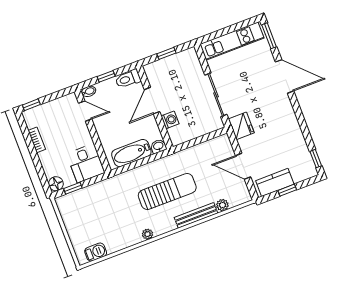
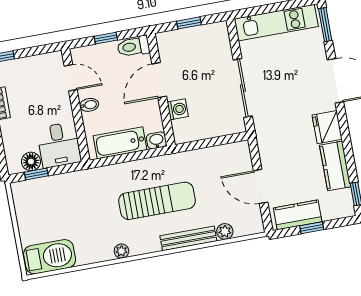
bidet: (89, 91) -> (89, 105), moved
fridge: (241, 126) -> (327, 127), moved, turned 180
kitchen counter: (296, 140) -> (335, 166), added
floor lamp: (56, 184) -> (31, 161), moved
barbecue: (96, 252) -> (50, 257), width x1.88, depth x1.53

